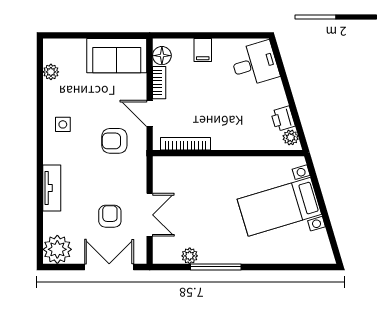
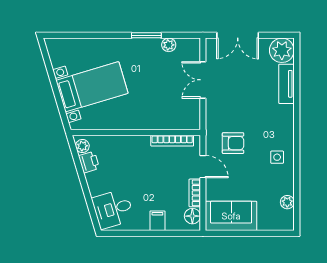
tv unit: (52, 188) -> (287, 84), moved
armchair: (110, 216) -> (237, 79), removed
window: (216, 267) -> (146, 35), width x0.69

